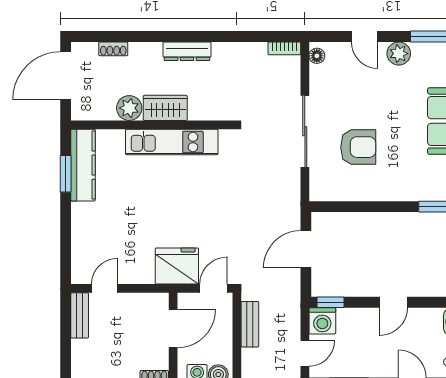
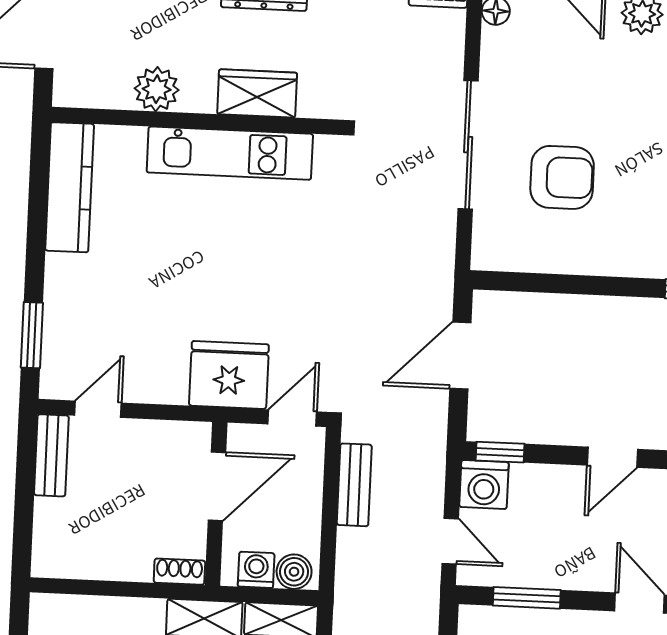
wardrobe: (165, 108) -> (257, 93), moved
window: (66, 174) -> (32, 335), moved
door: (305, 353) -> (450, 541), hinge flipped

